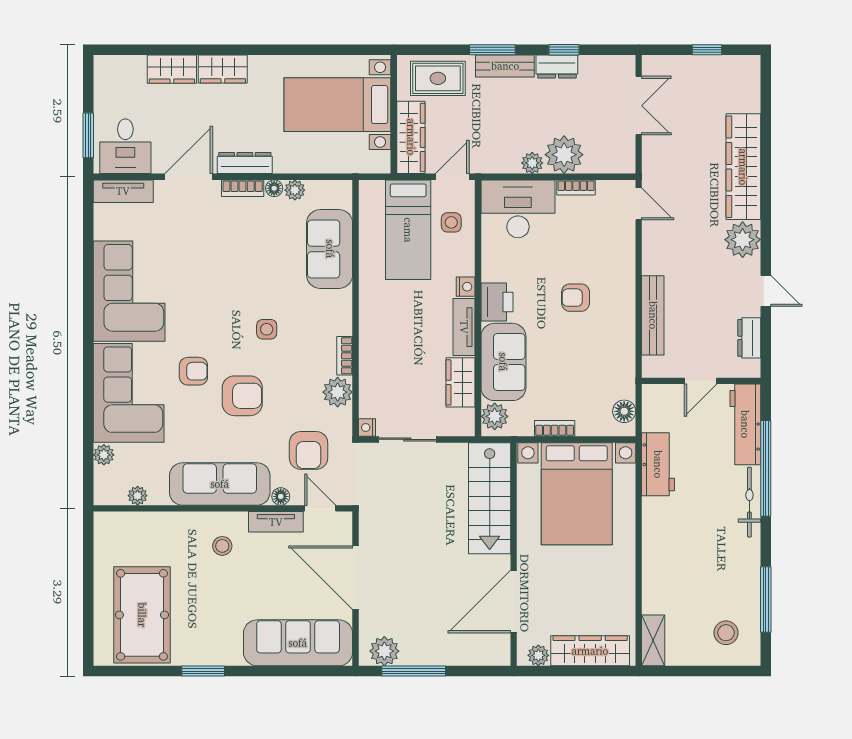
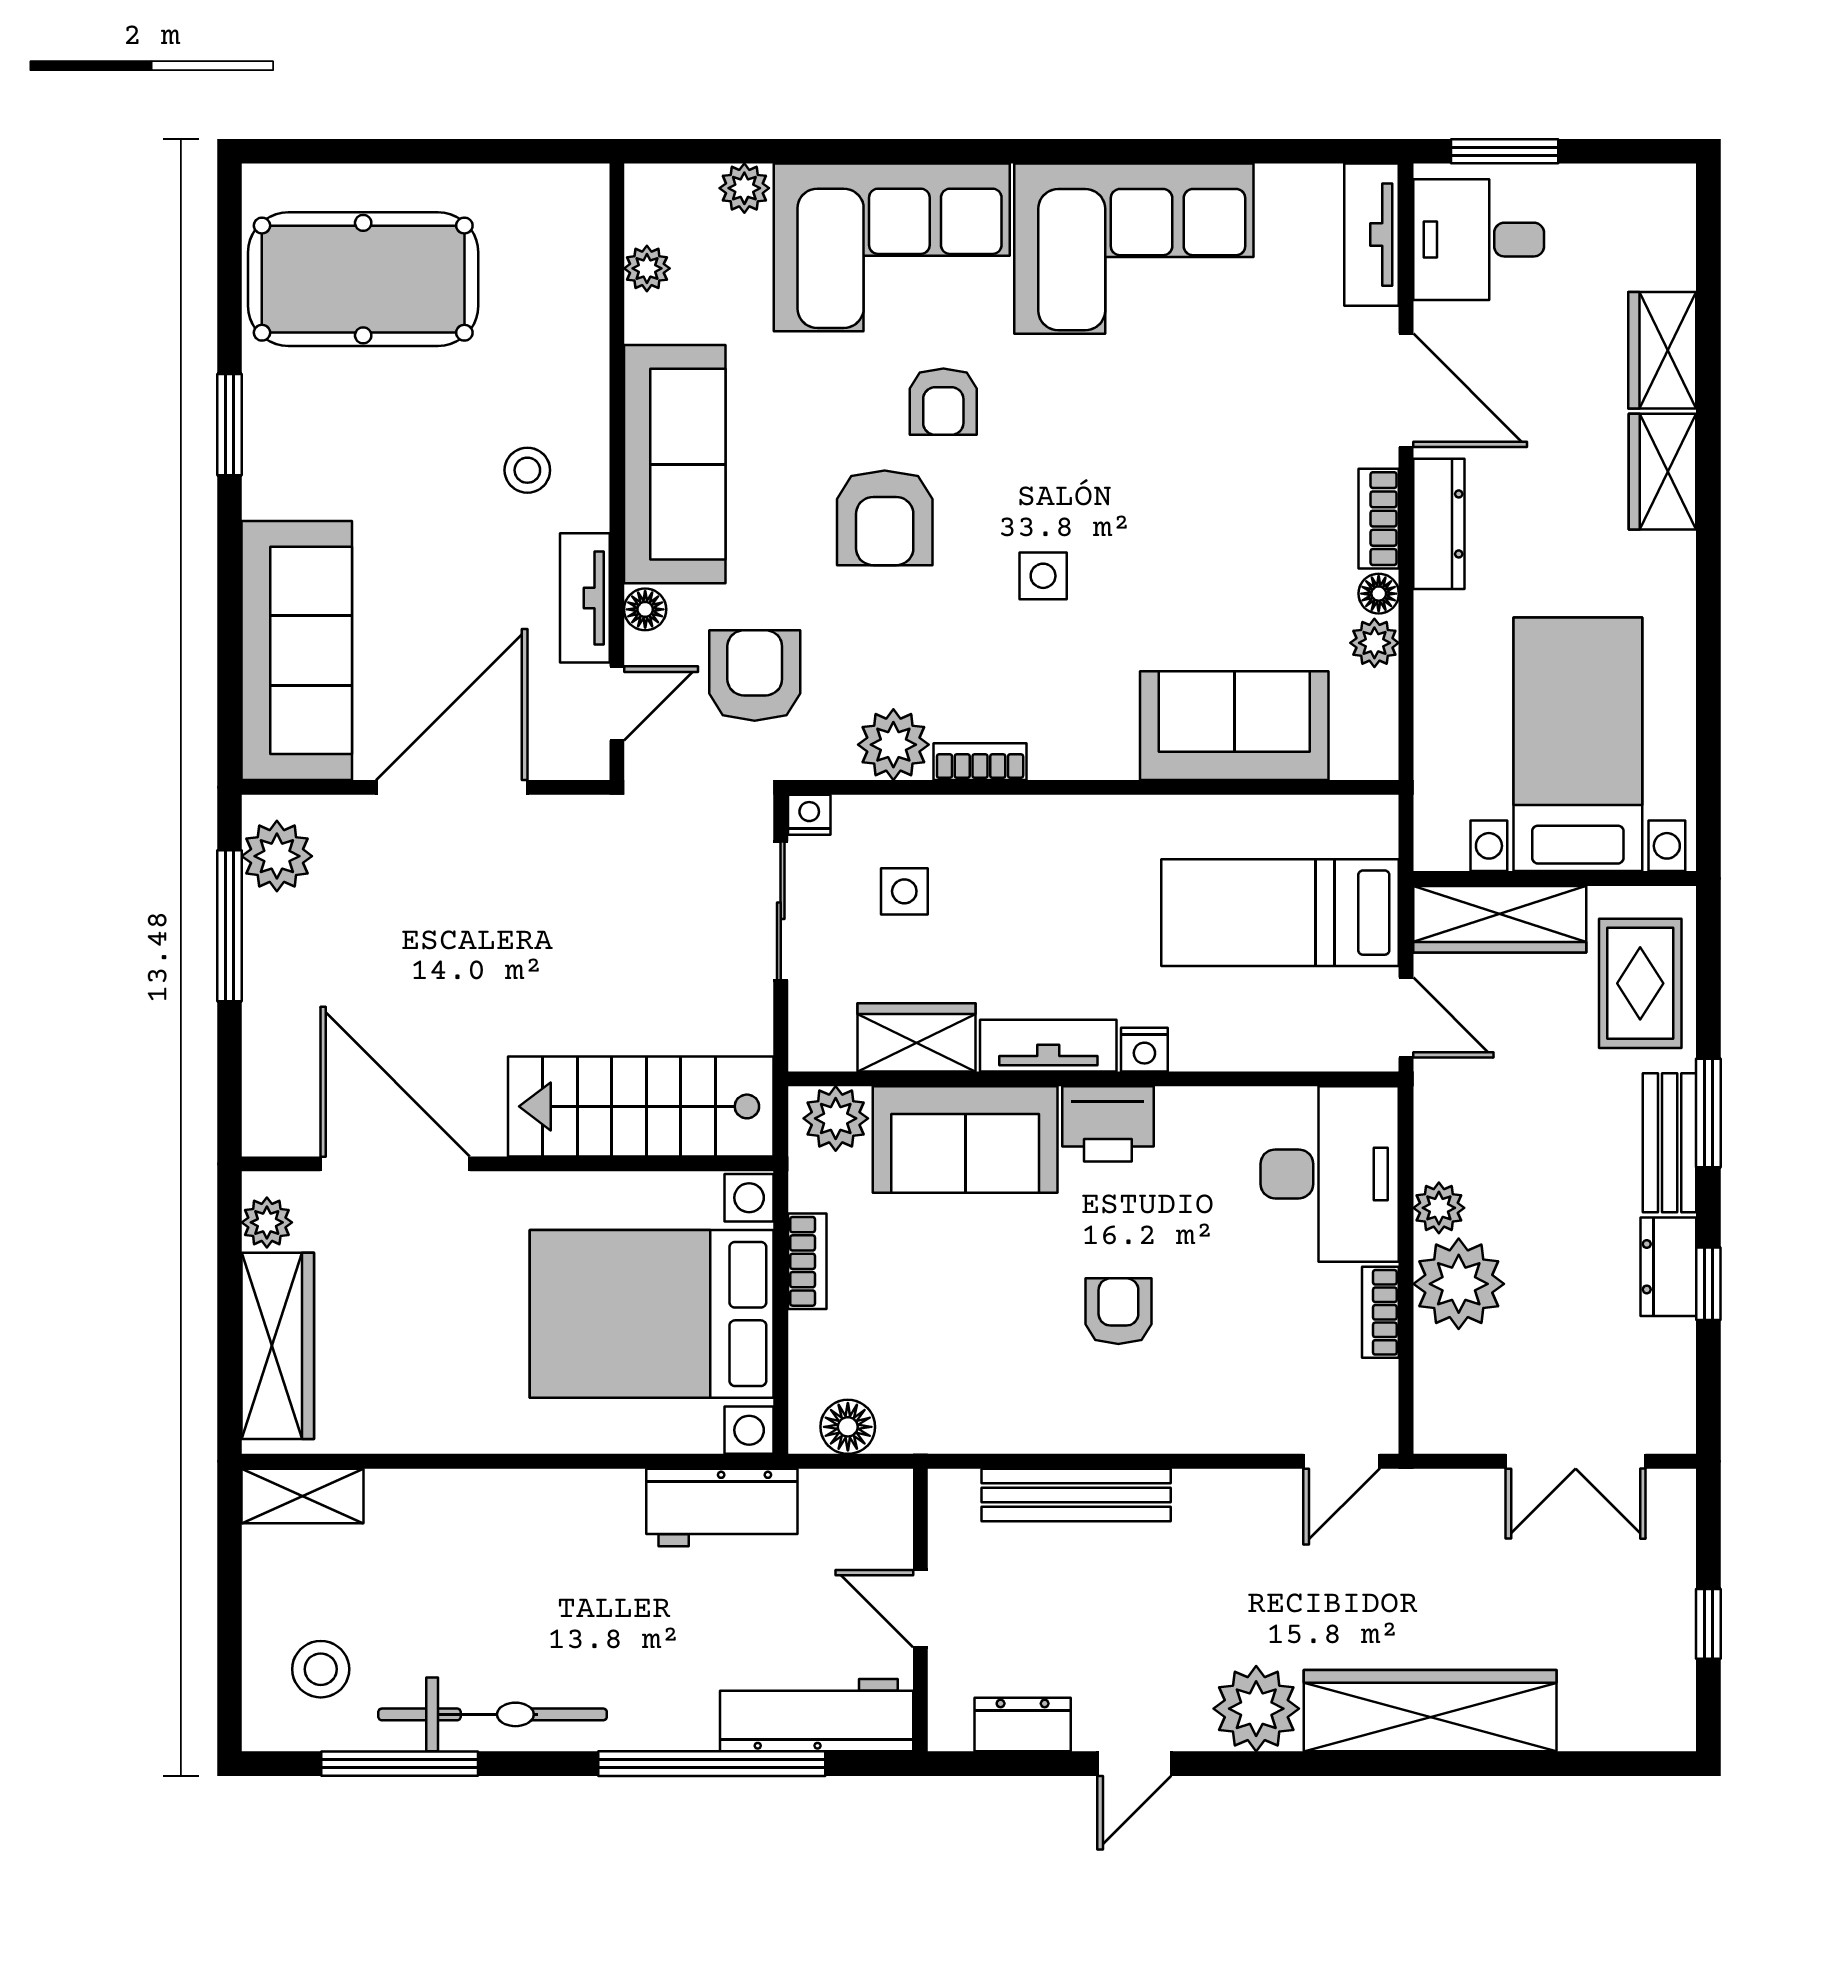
side table: (451, 222) -> (904, 891), moved
armchair: (309, 450) -> (755, 676), turned 90
bicycle: (749, 502) -> (493, 1714), moved, width x1.37, depth x1.40

